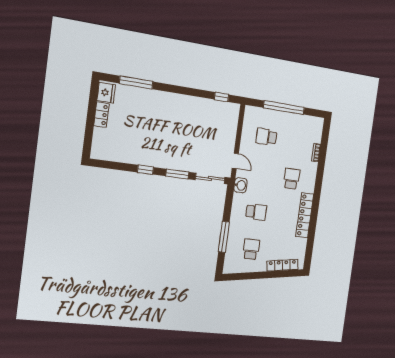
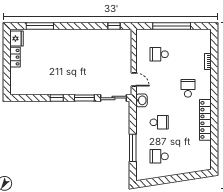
school desk: (251, 249) -> (159, 156), turned -90
locker: (282, 265) -> (191, 168), removed

